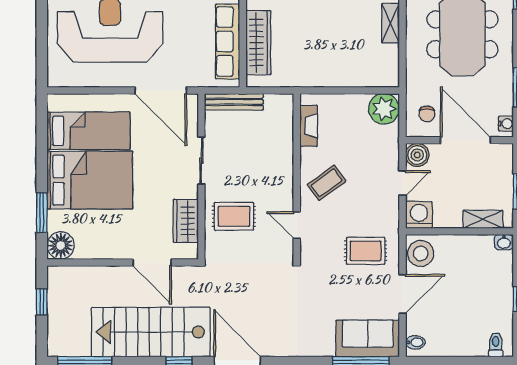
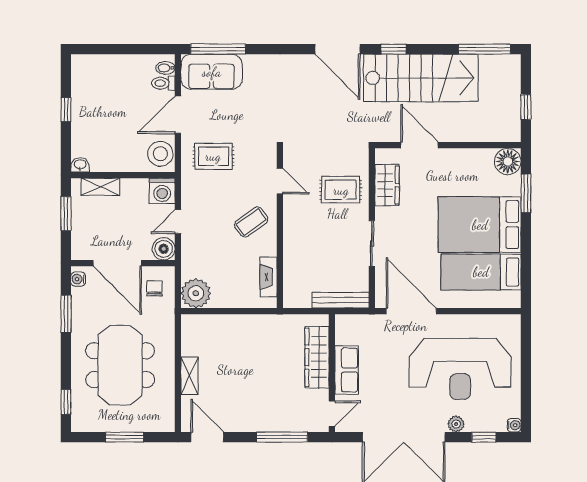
row of seats: (228, 41) -> (347, 370), width x0.68
toilet: (496, 345) -> (163, 83), moved, turned 90

